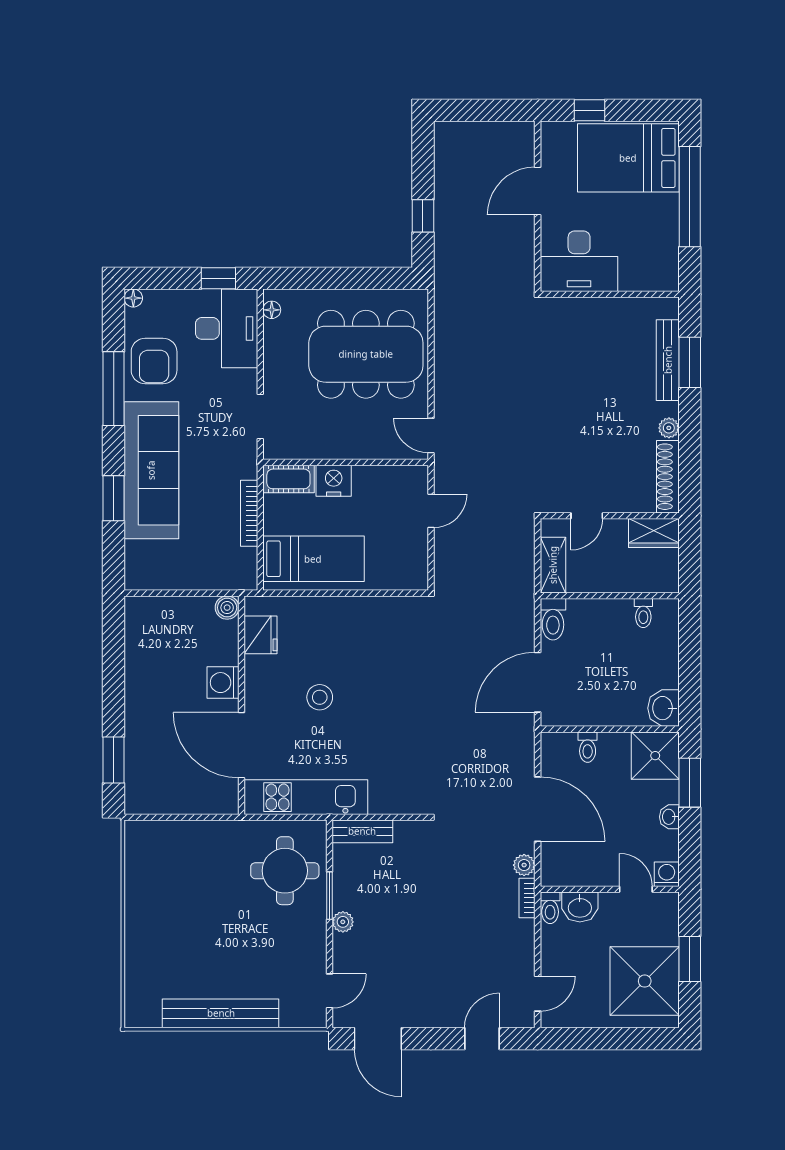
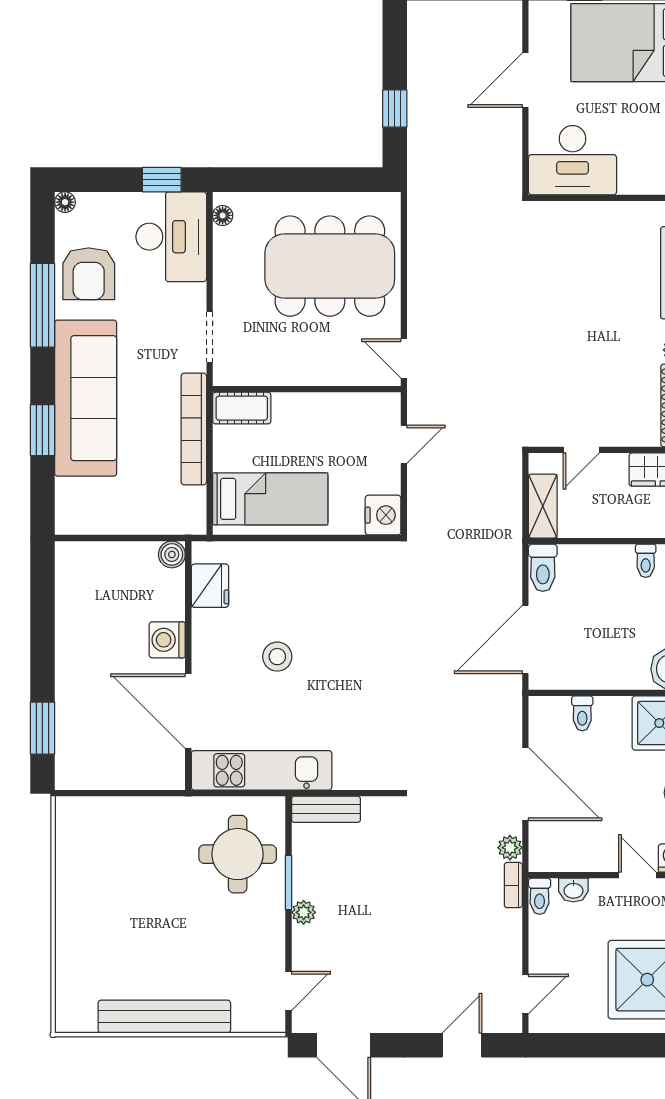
nightstand: (334, 481) -> (383, 515), moved, turned 90
bookcase: (249, 513) -> (194, 429), width x1.48, depth x1.31
washbasin: (580, 907) -> (573, 890), width x0.72, depth x0.69

